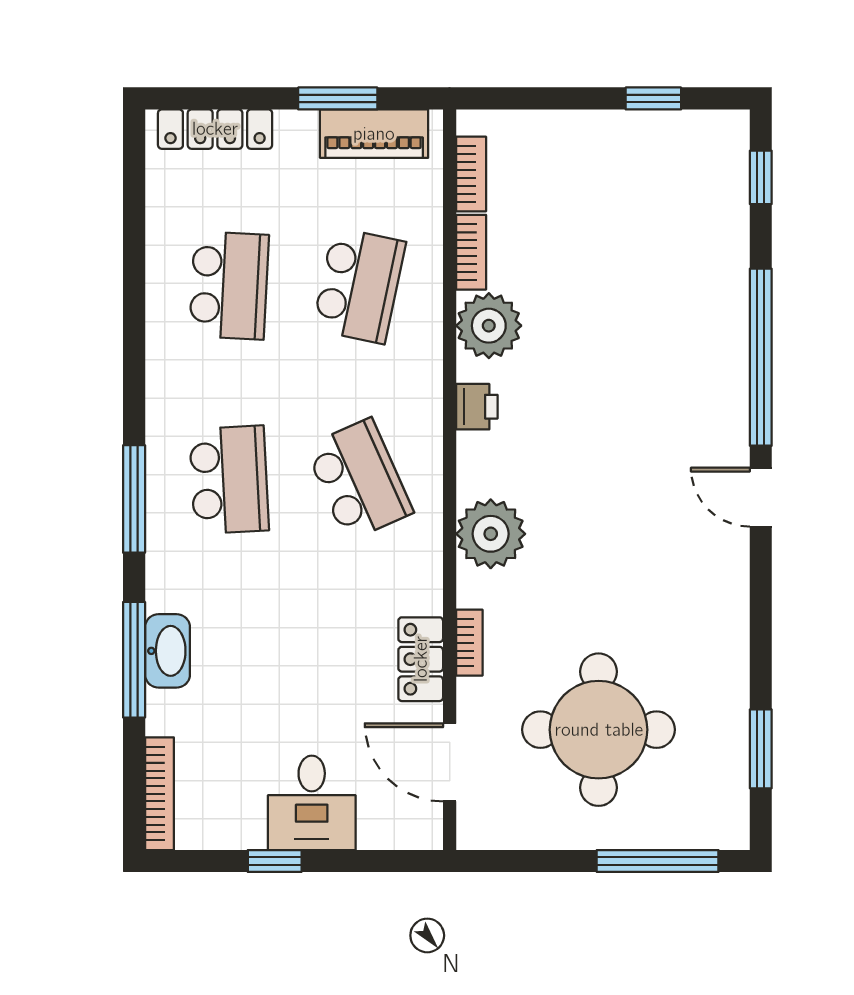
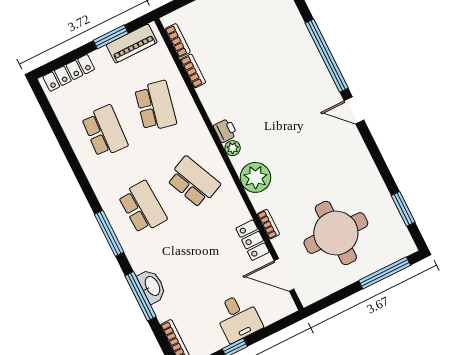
plant: (489, 326) -> (232, 148), moved, width x0.53, depth x0.53

